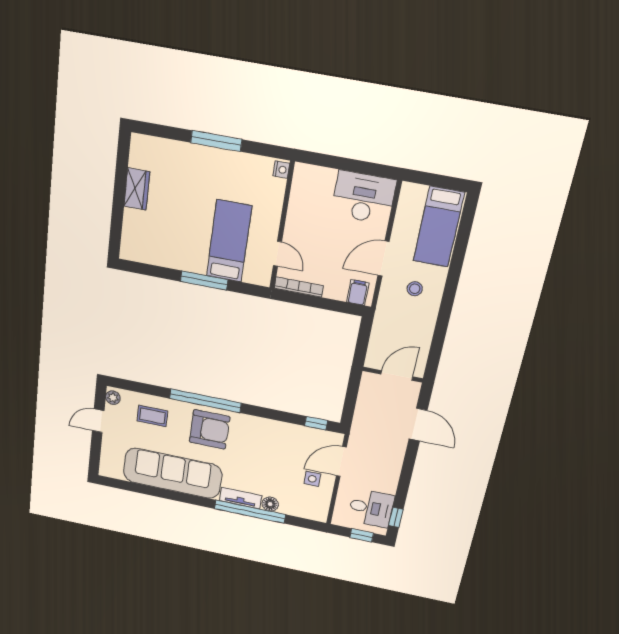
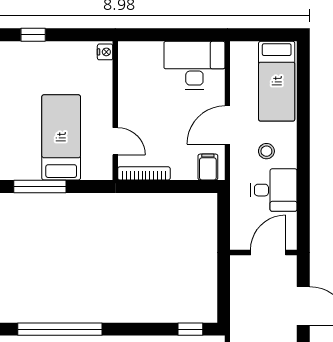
window: (216, 141) -> (33, 35), width x0.46
desk: (414, 324) -> (274, 190), added

